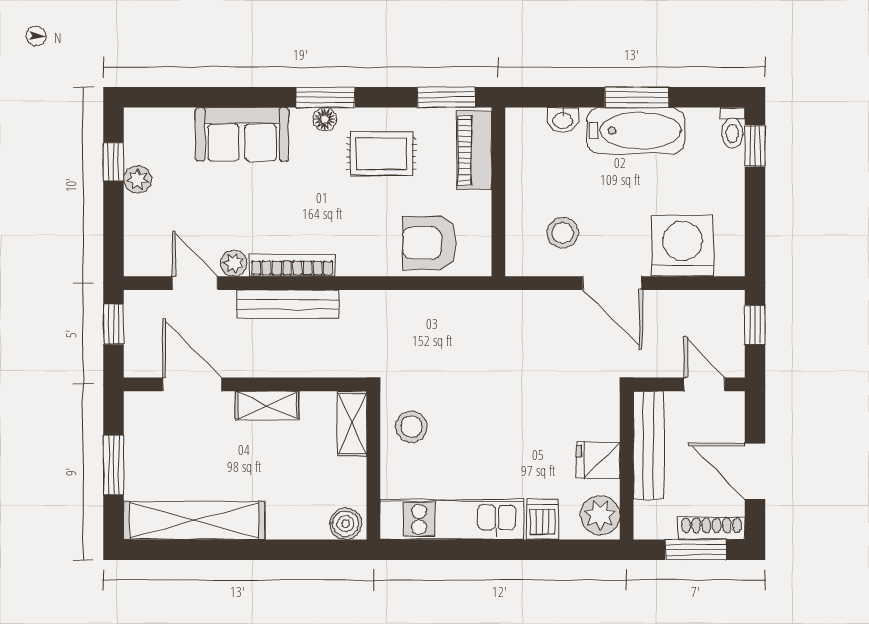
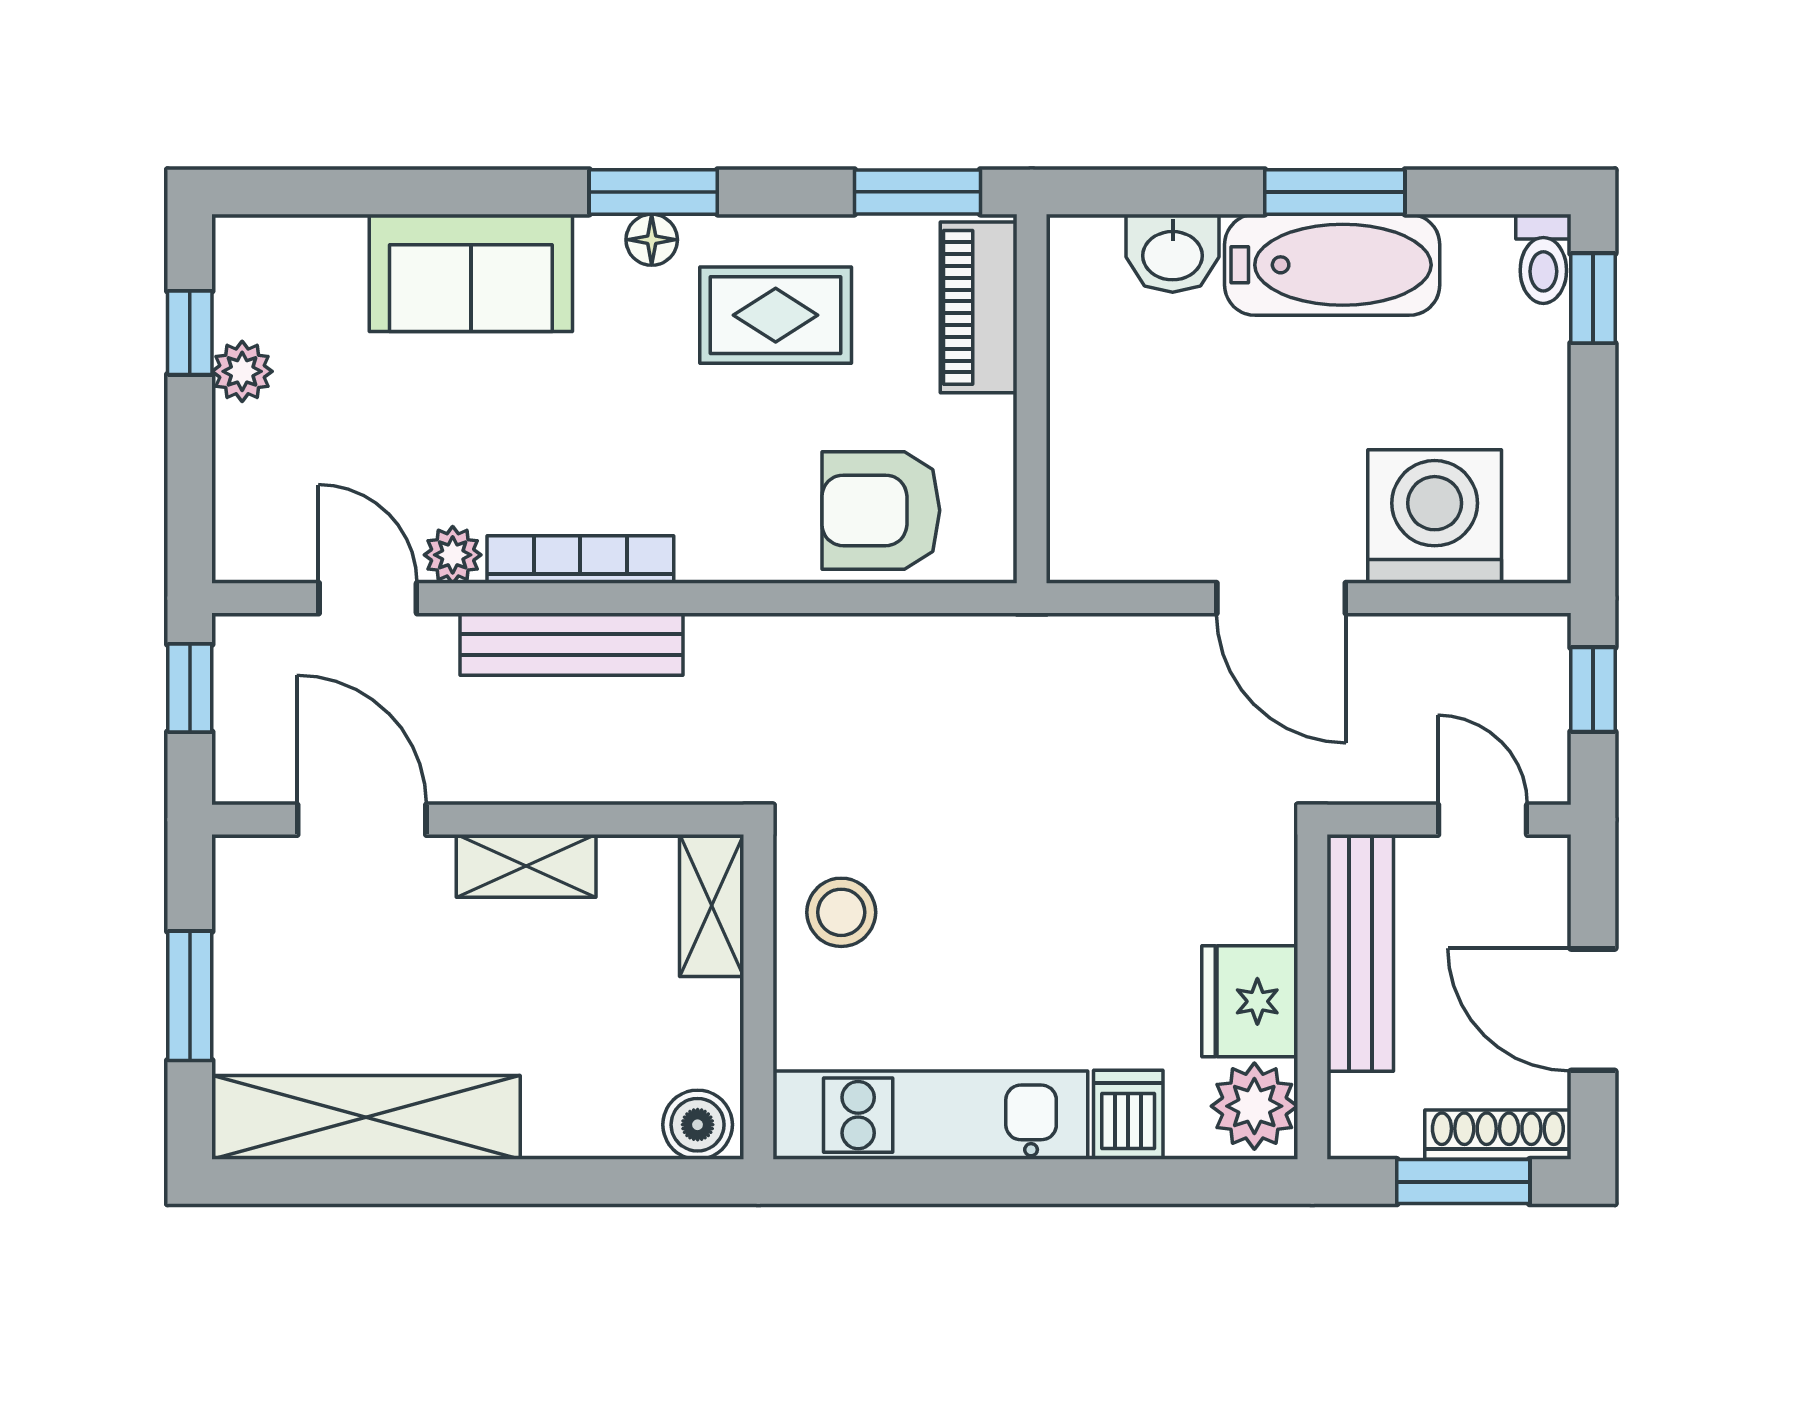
washbasin: (563, 120) -> (1173, 253), width x1.38, depth x1.45
stool: (563, 233) -> (1172, 488), removed
fridge: (598, 460) -> (1250, 1001), width x1.38

